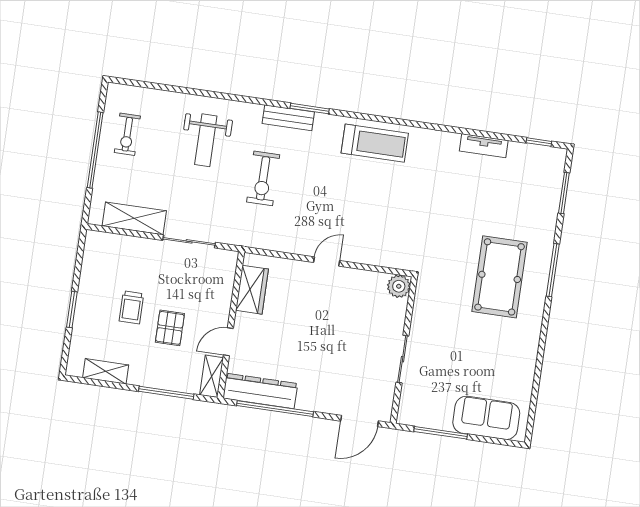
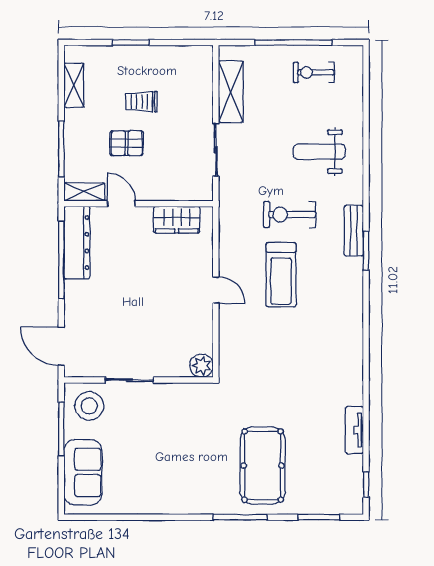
treadmill: (375, 143) -> (281, 275), moved
pool table: (500, 277) -> (263, 466), moved, turned 90
stool: (422, 402) -> (89, 406), added

